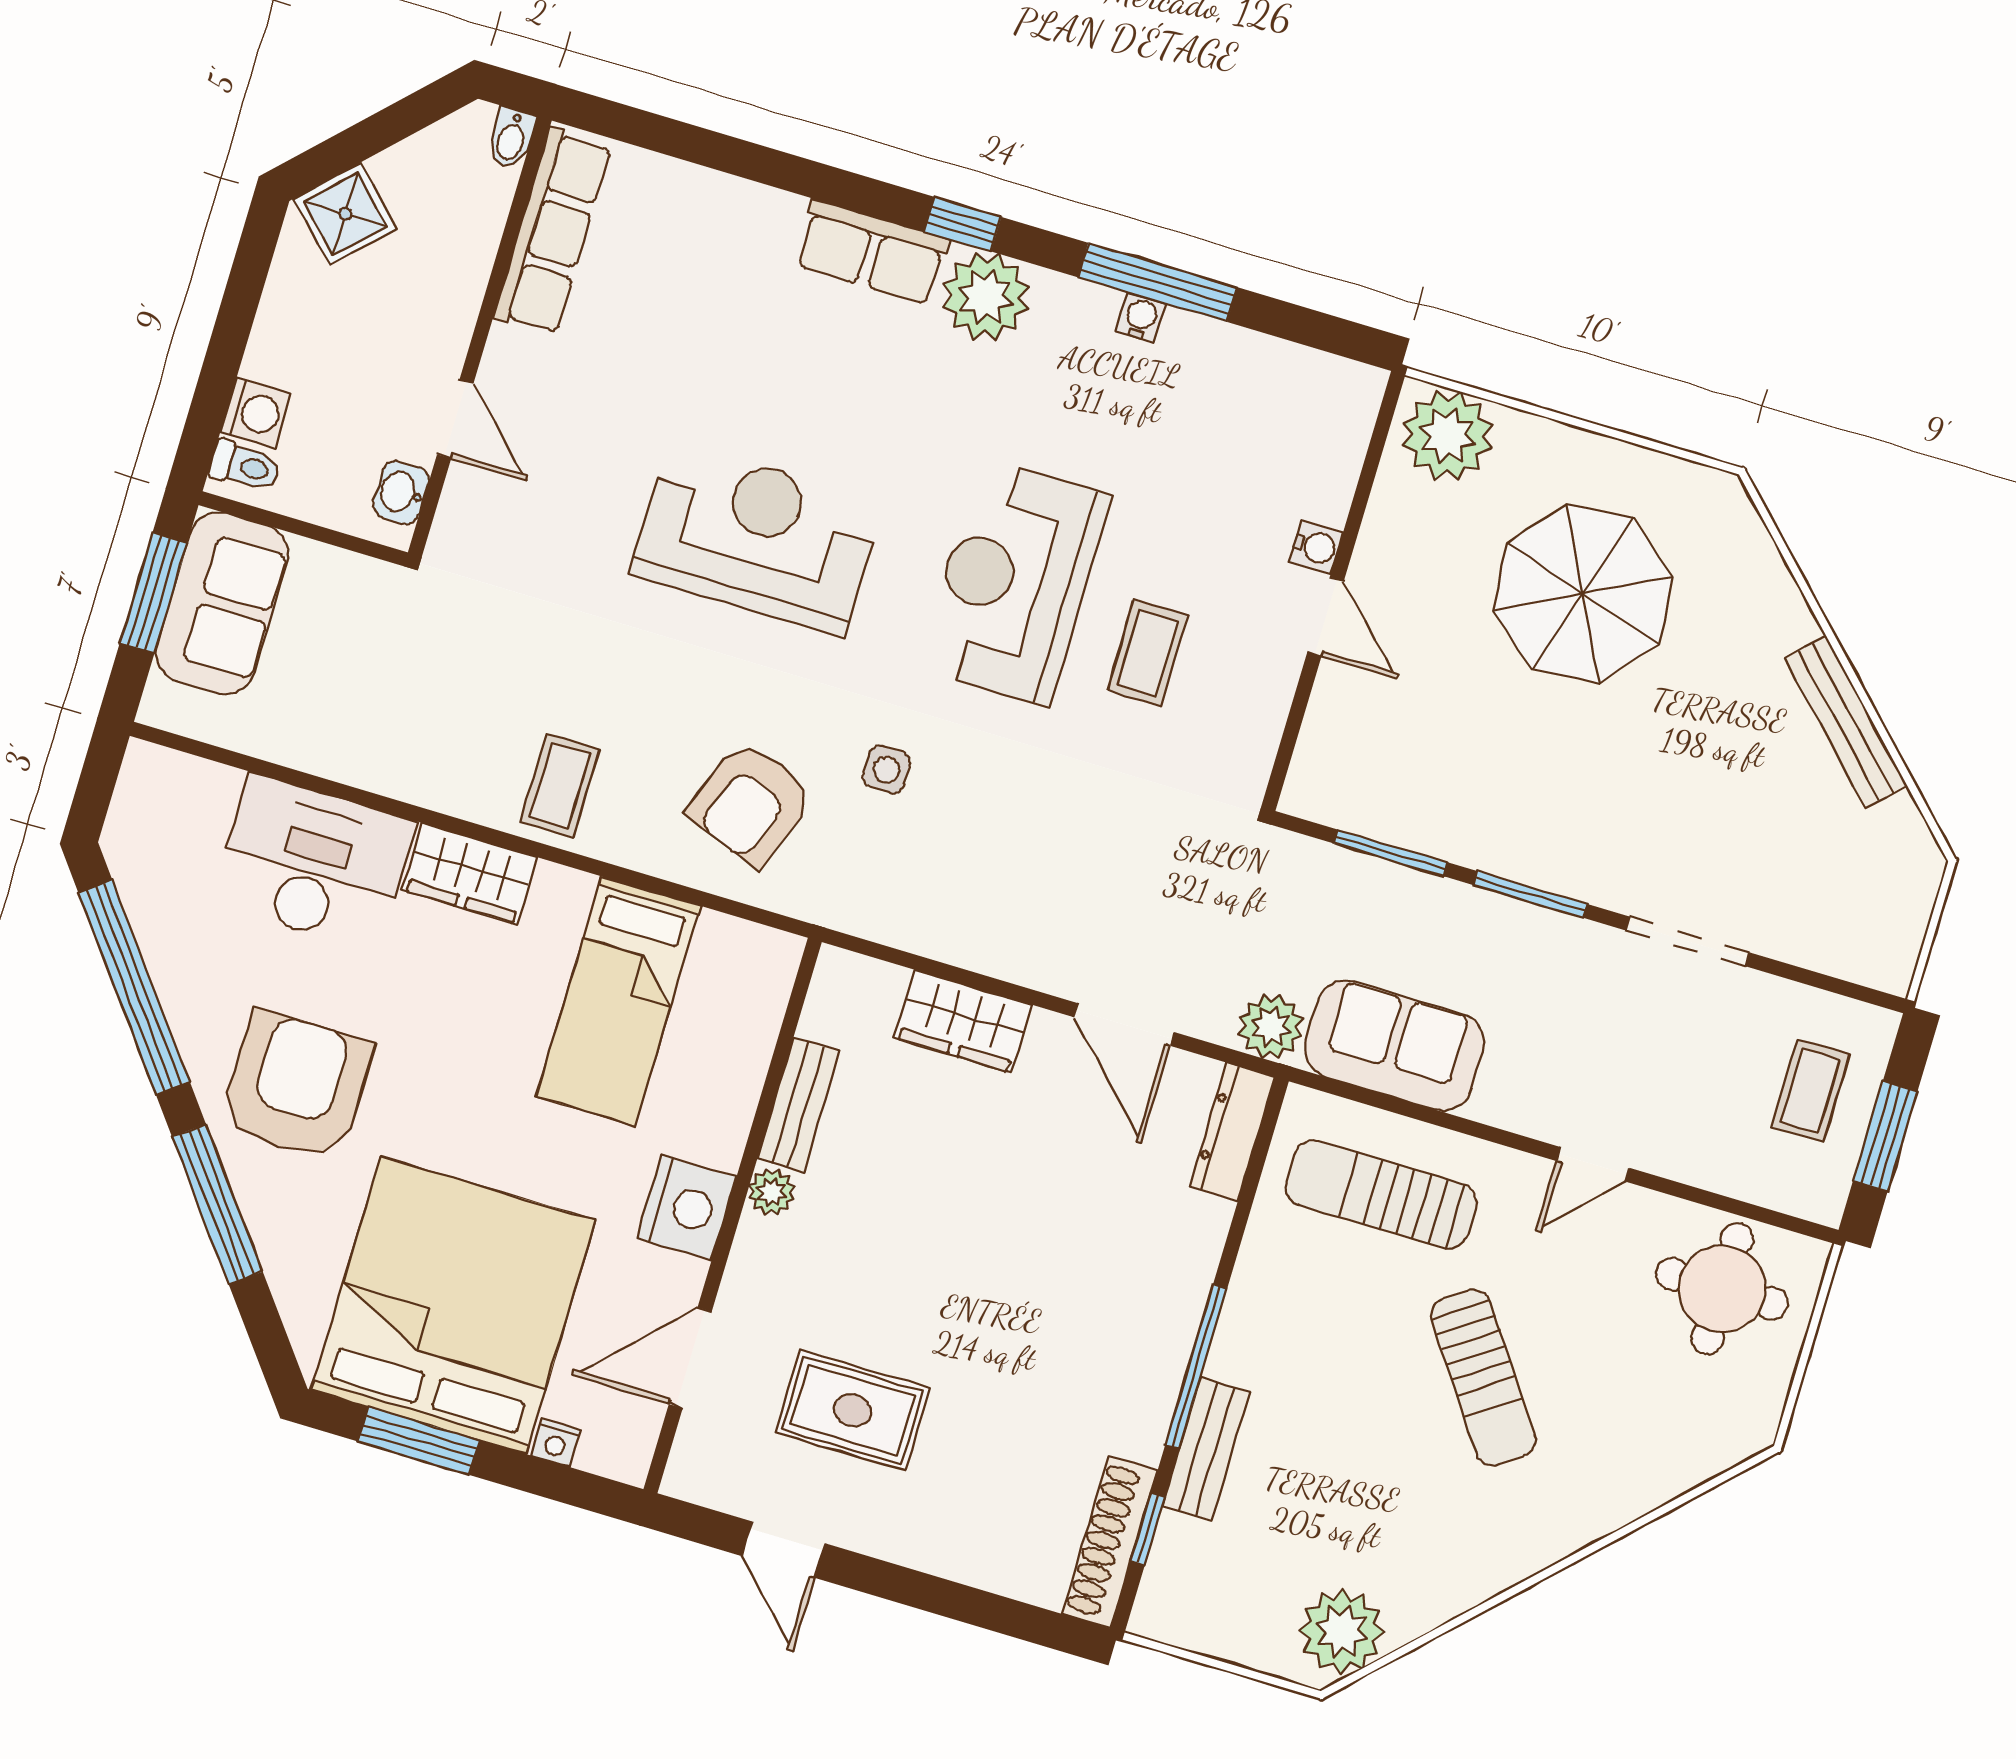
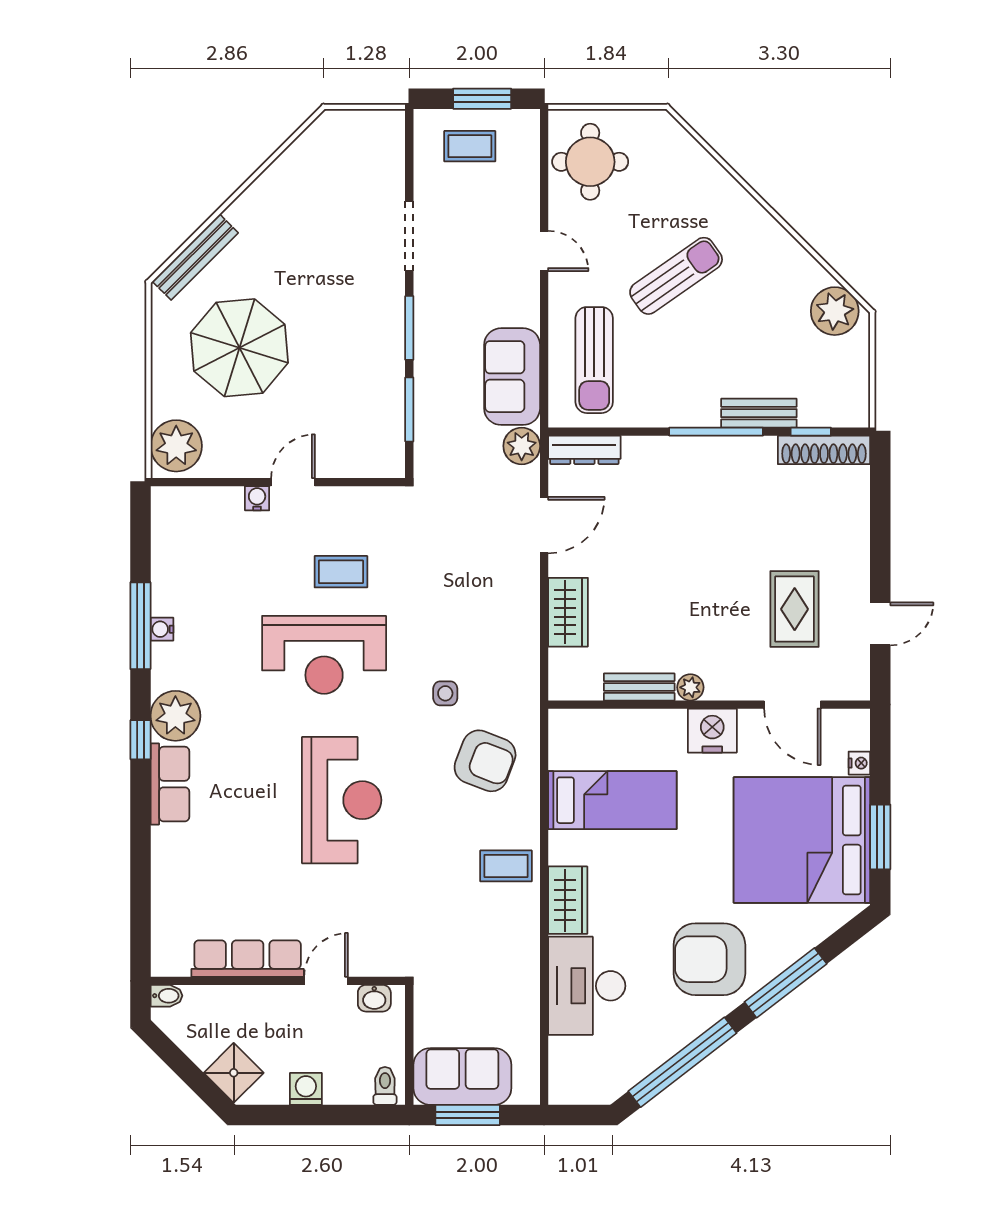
row of seats: (552, 232) -> (248, 959), moved
washing machine: (256, 413) -> (306, 1089), moved
reception desk: (757, 538) -> (342, 800), turned 180
bench: (1846, 722) -> (195, 257), moved

